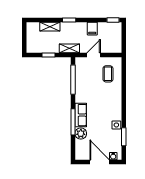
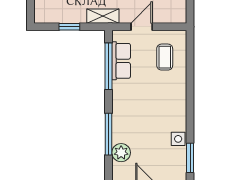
row of seats: (81, 115) -> (121, 61), moved

